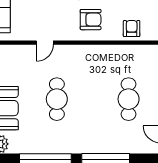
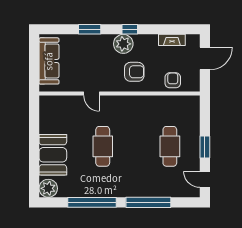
door: (45, 43) -> (91, 93), hinge flipped

